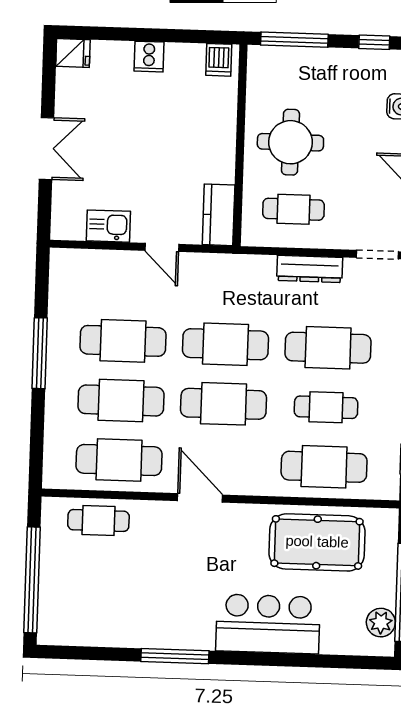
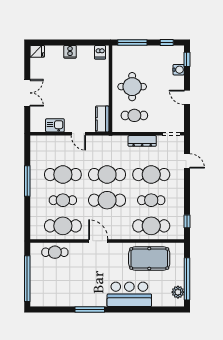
cafe table: (121, 400) -> (63, 200), width x0.73, depth x0.74

